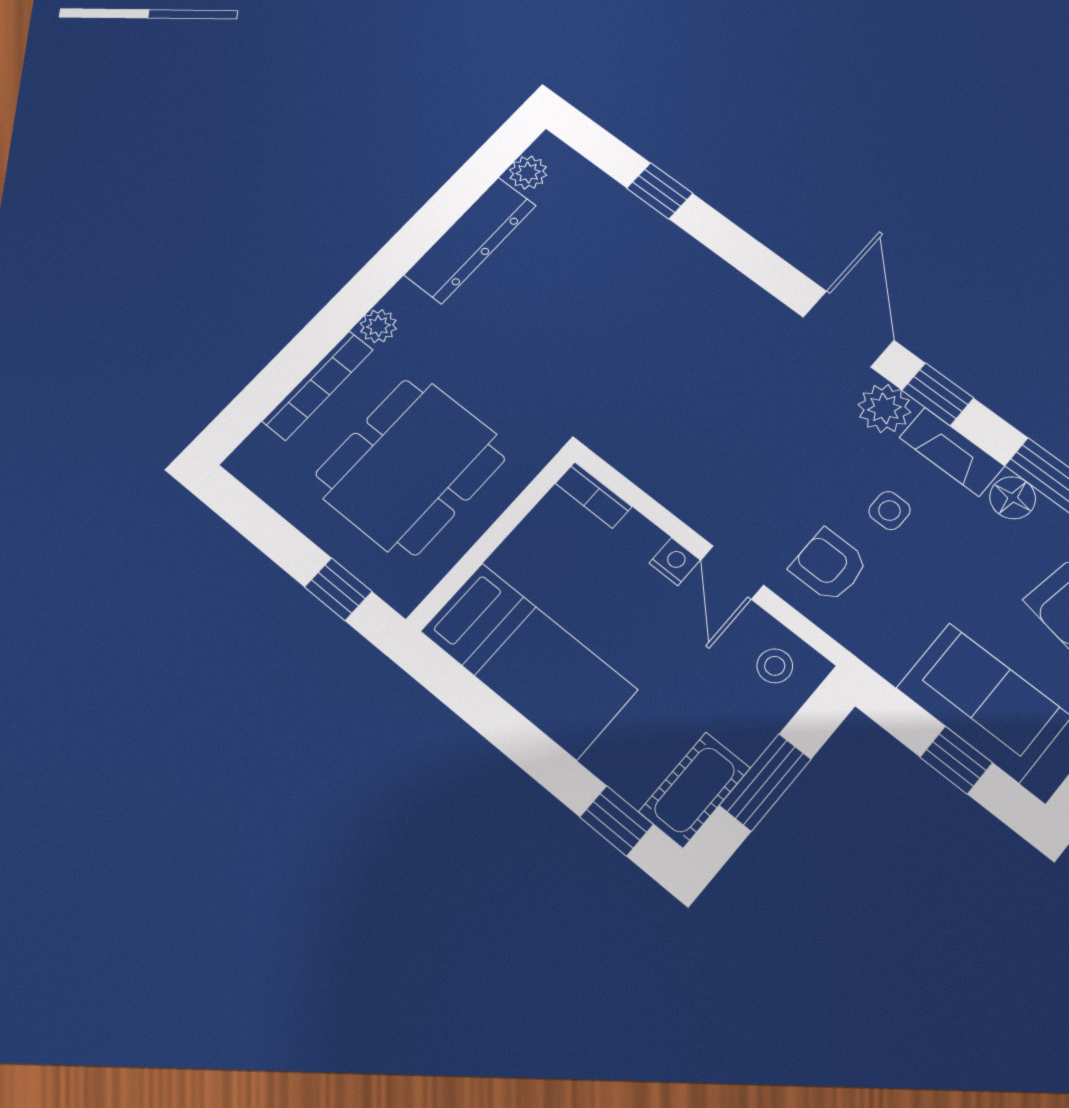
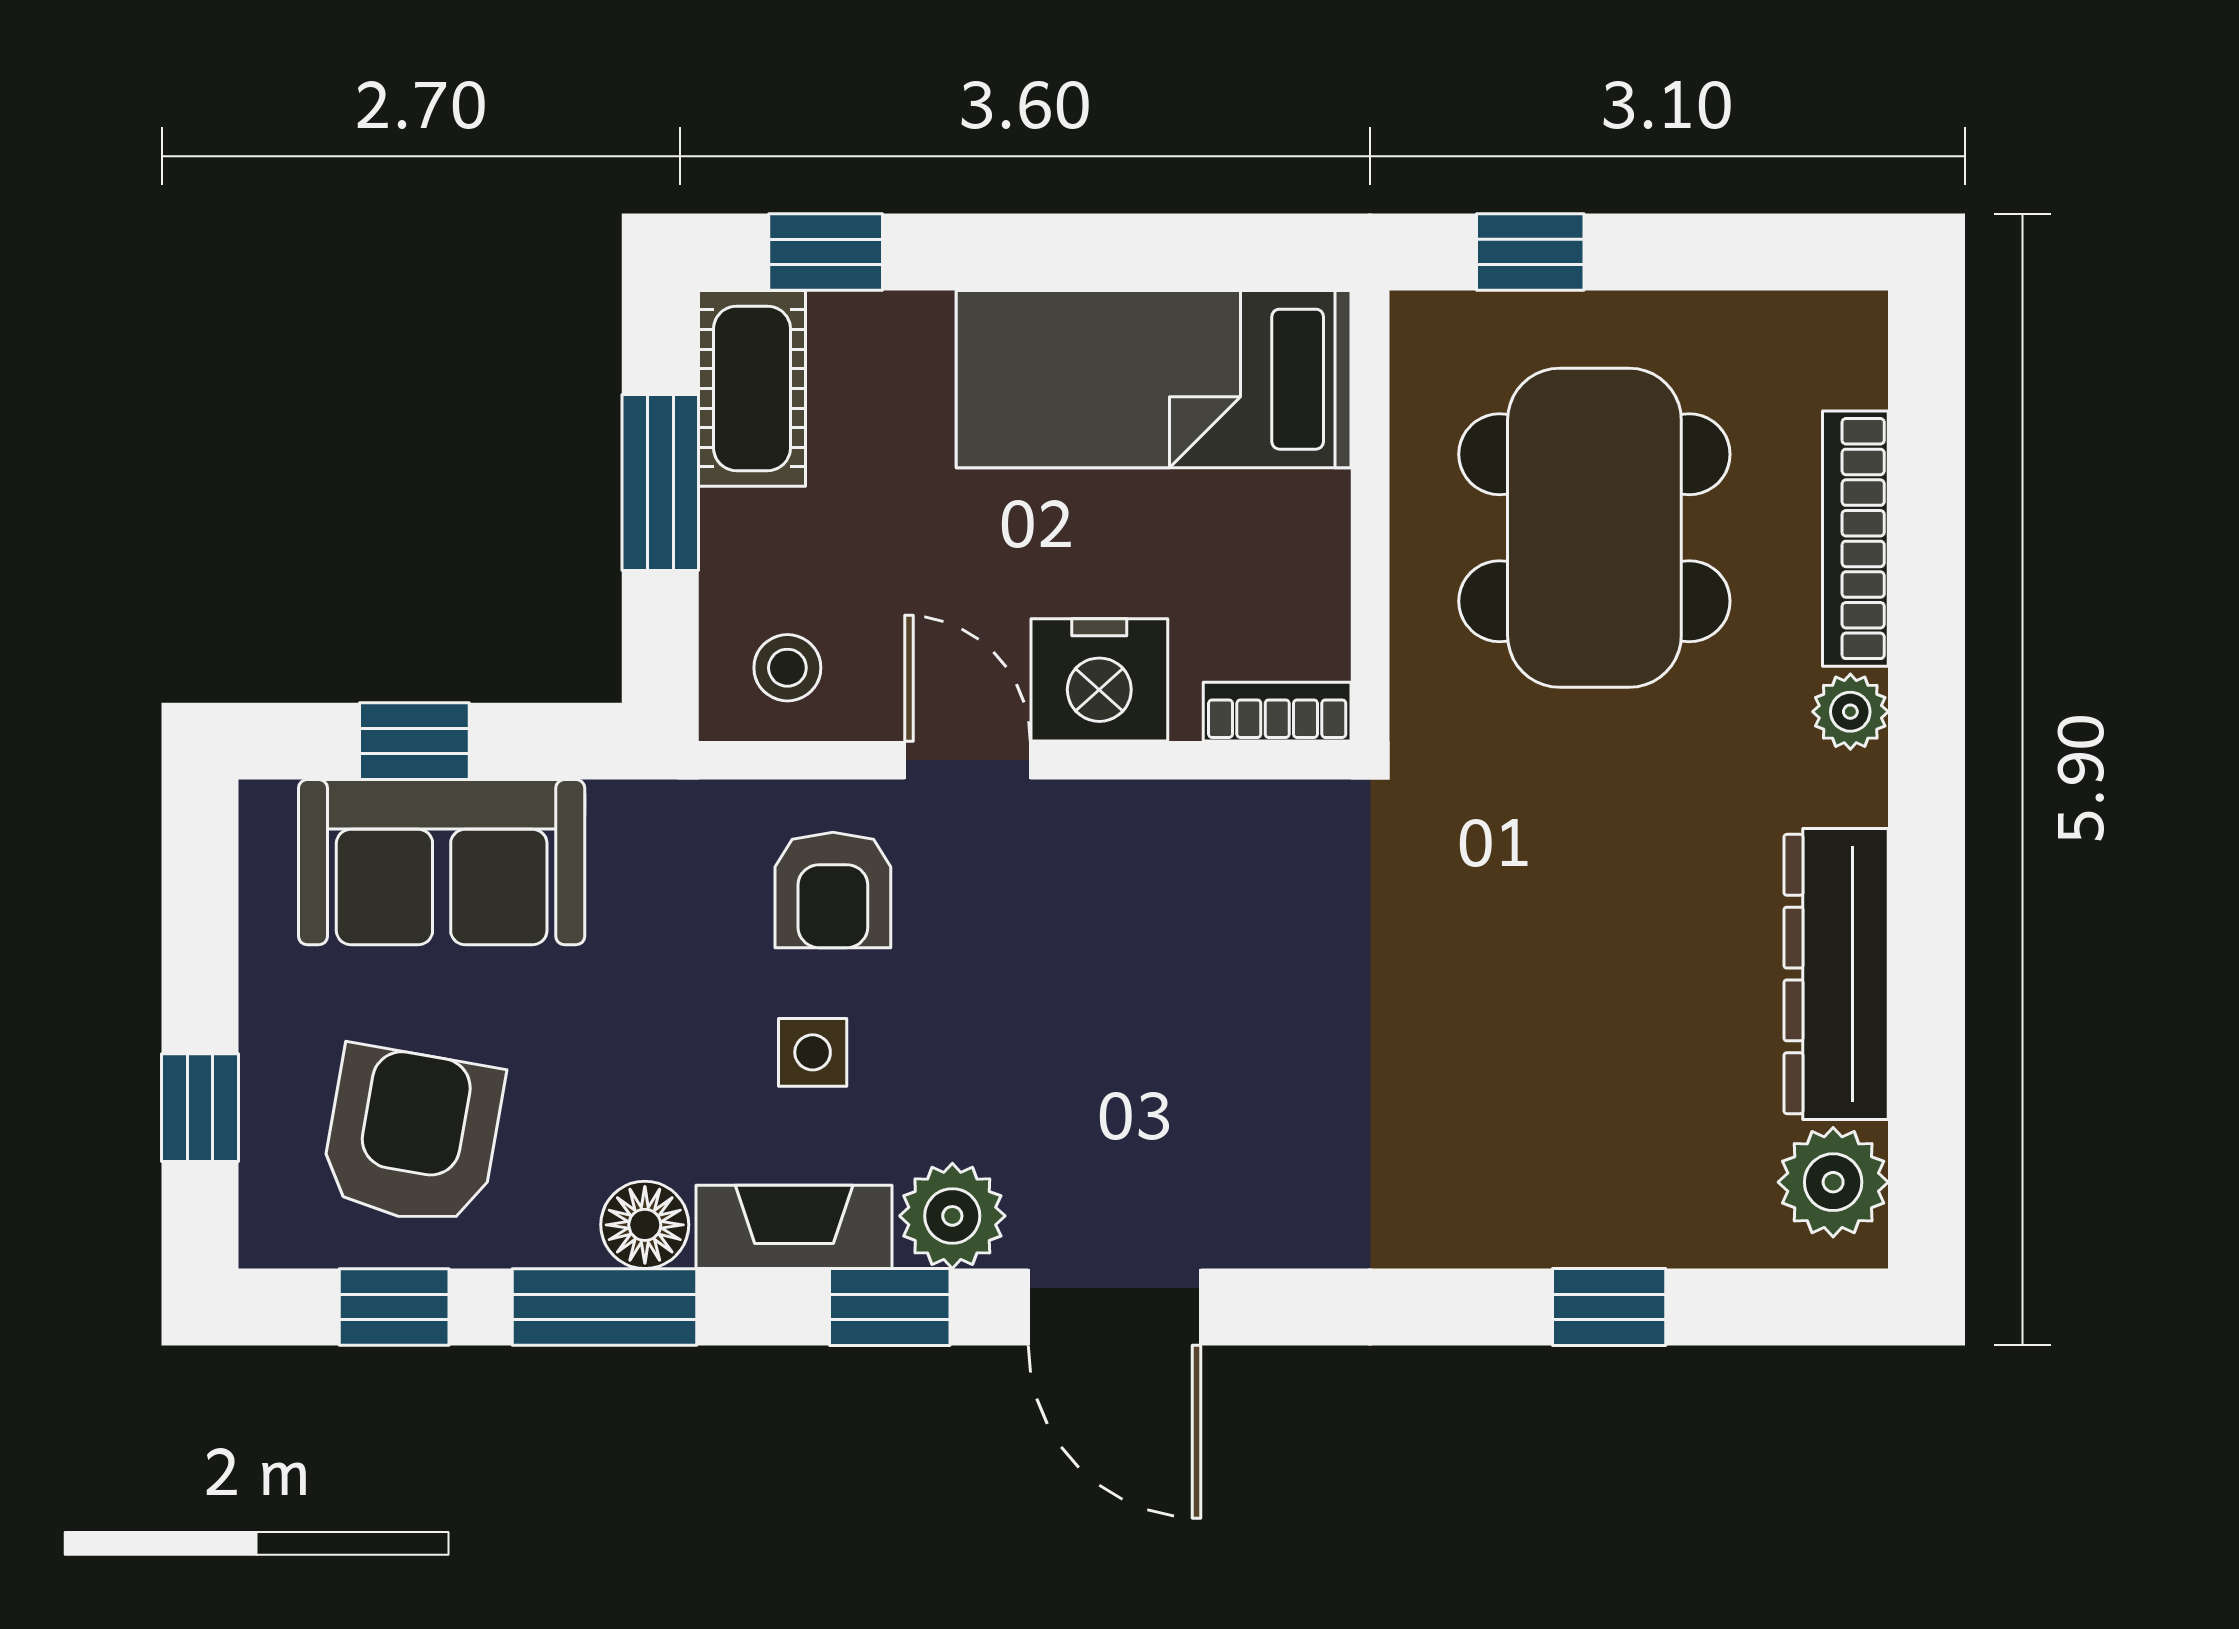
plant: (528, 173) -> (1833, 1182), width x1.38, depth x1.38
nightstand: (675, 561) -> (1099, 680), width x1.89, depth x1.79
armchair: (829, 565) -> (833, 890), turned 90

